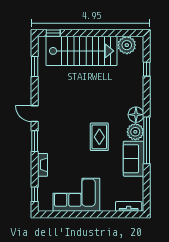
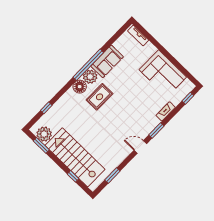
window: (53, 33) -> (73, 176), moved
window: (120, 33) -> (41, 145), added
door: (35, 114) -> (140, 147), swing flipped
rug: (99, 137) -> (100, 97), moved

